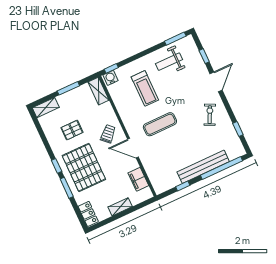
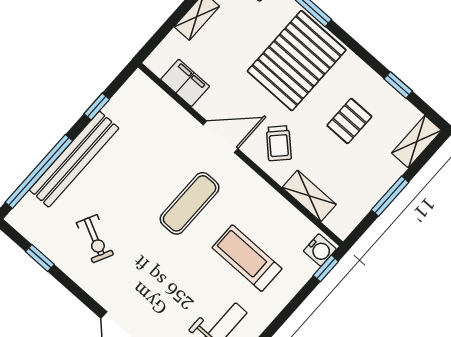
shelving: (99, 91) -> (309, 196), moved
exercise bike: (210, 115) -> (95, 239), moved
window: (57, 166) -> (398, 85), moved
pallet: (84, 168) -> (297, 61), turned 90

